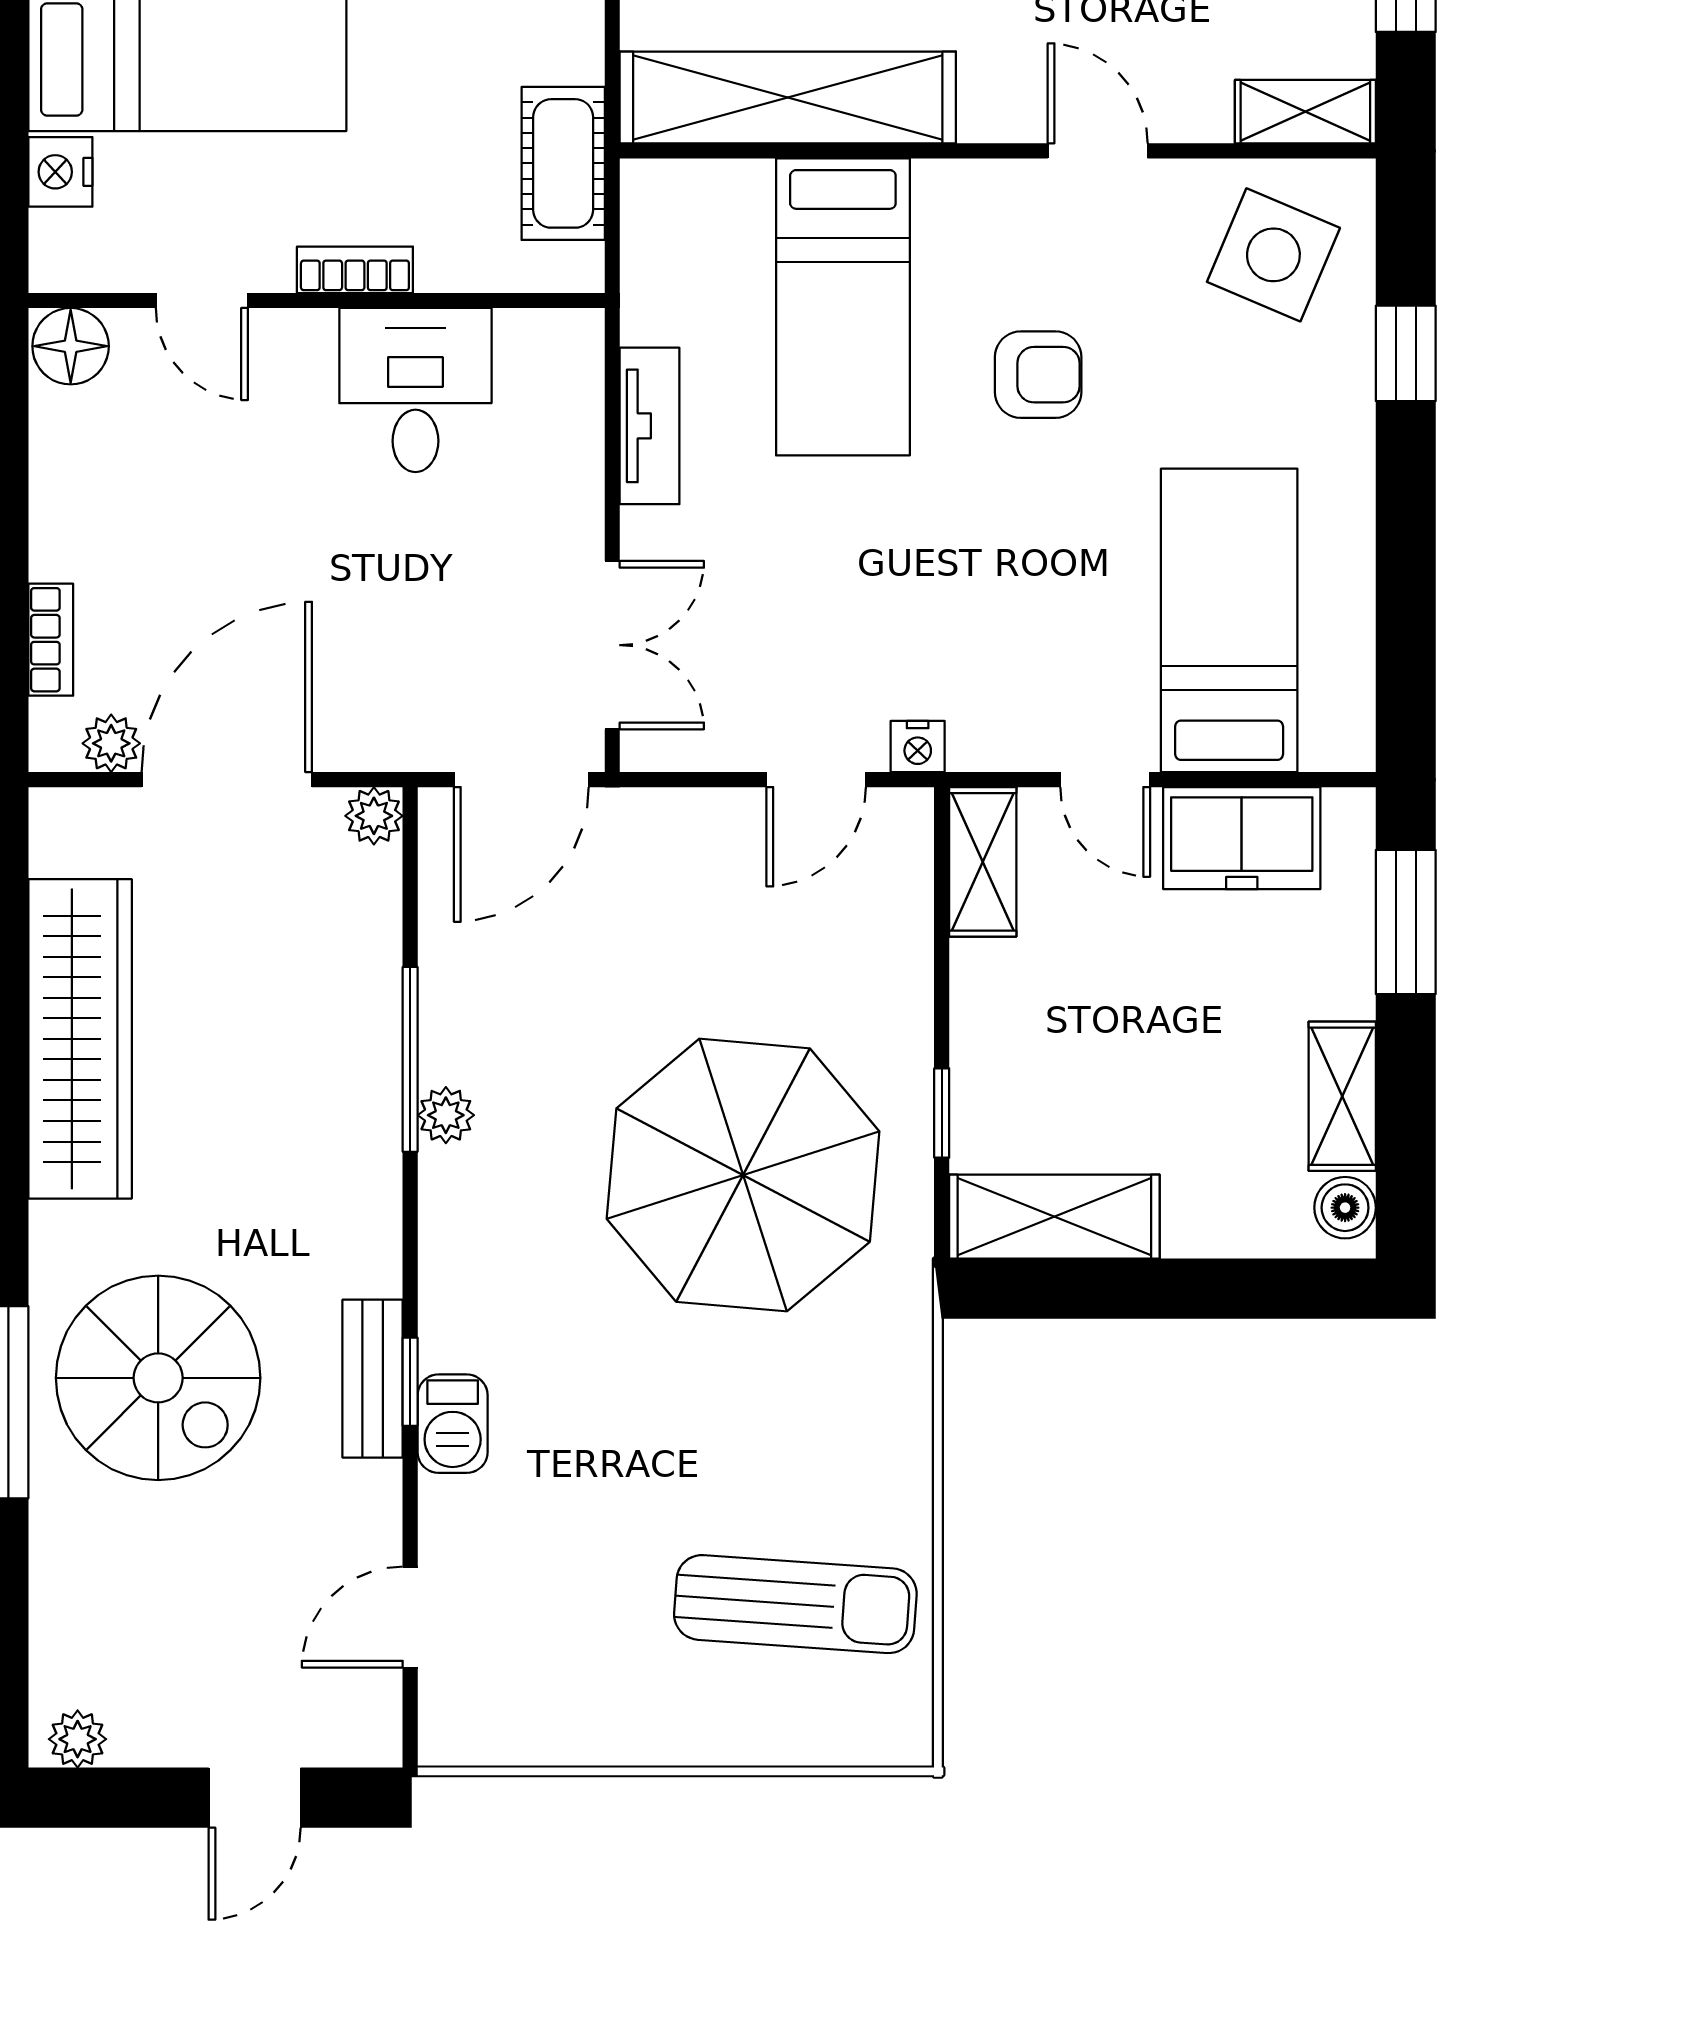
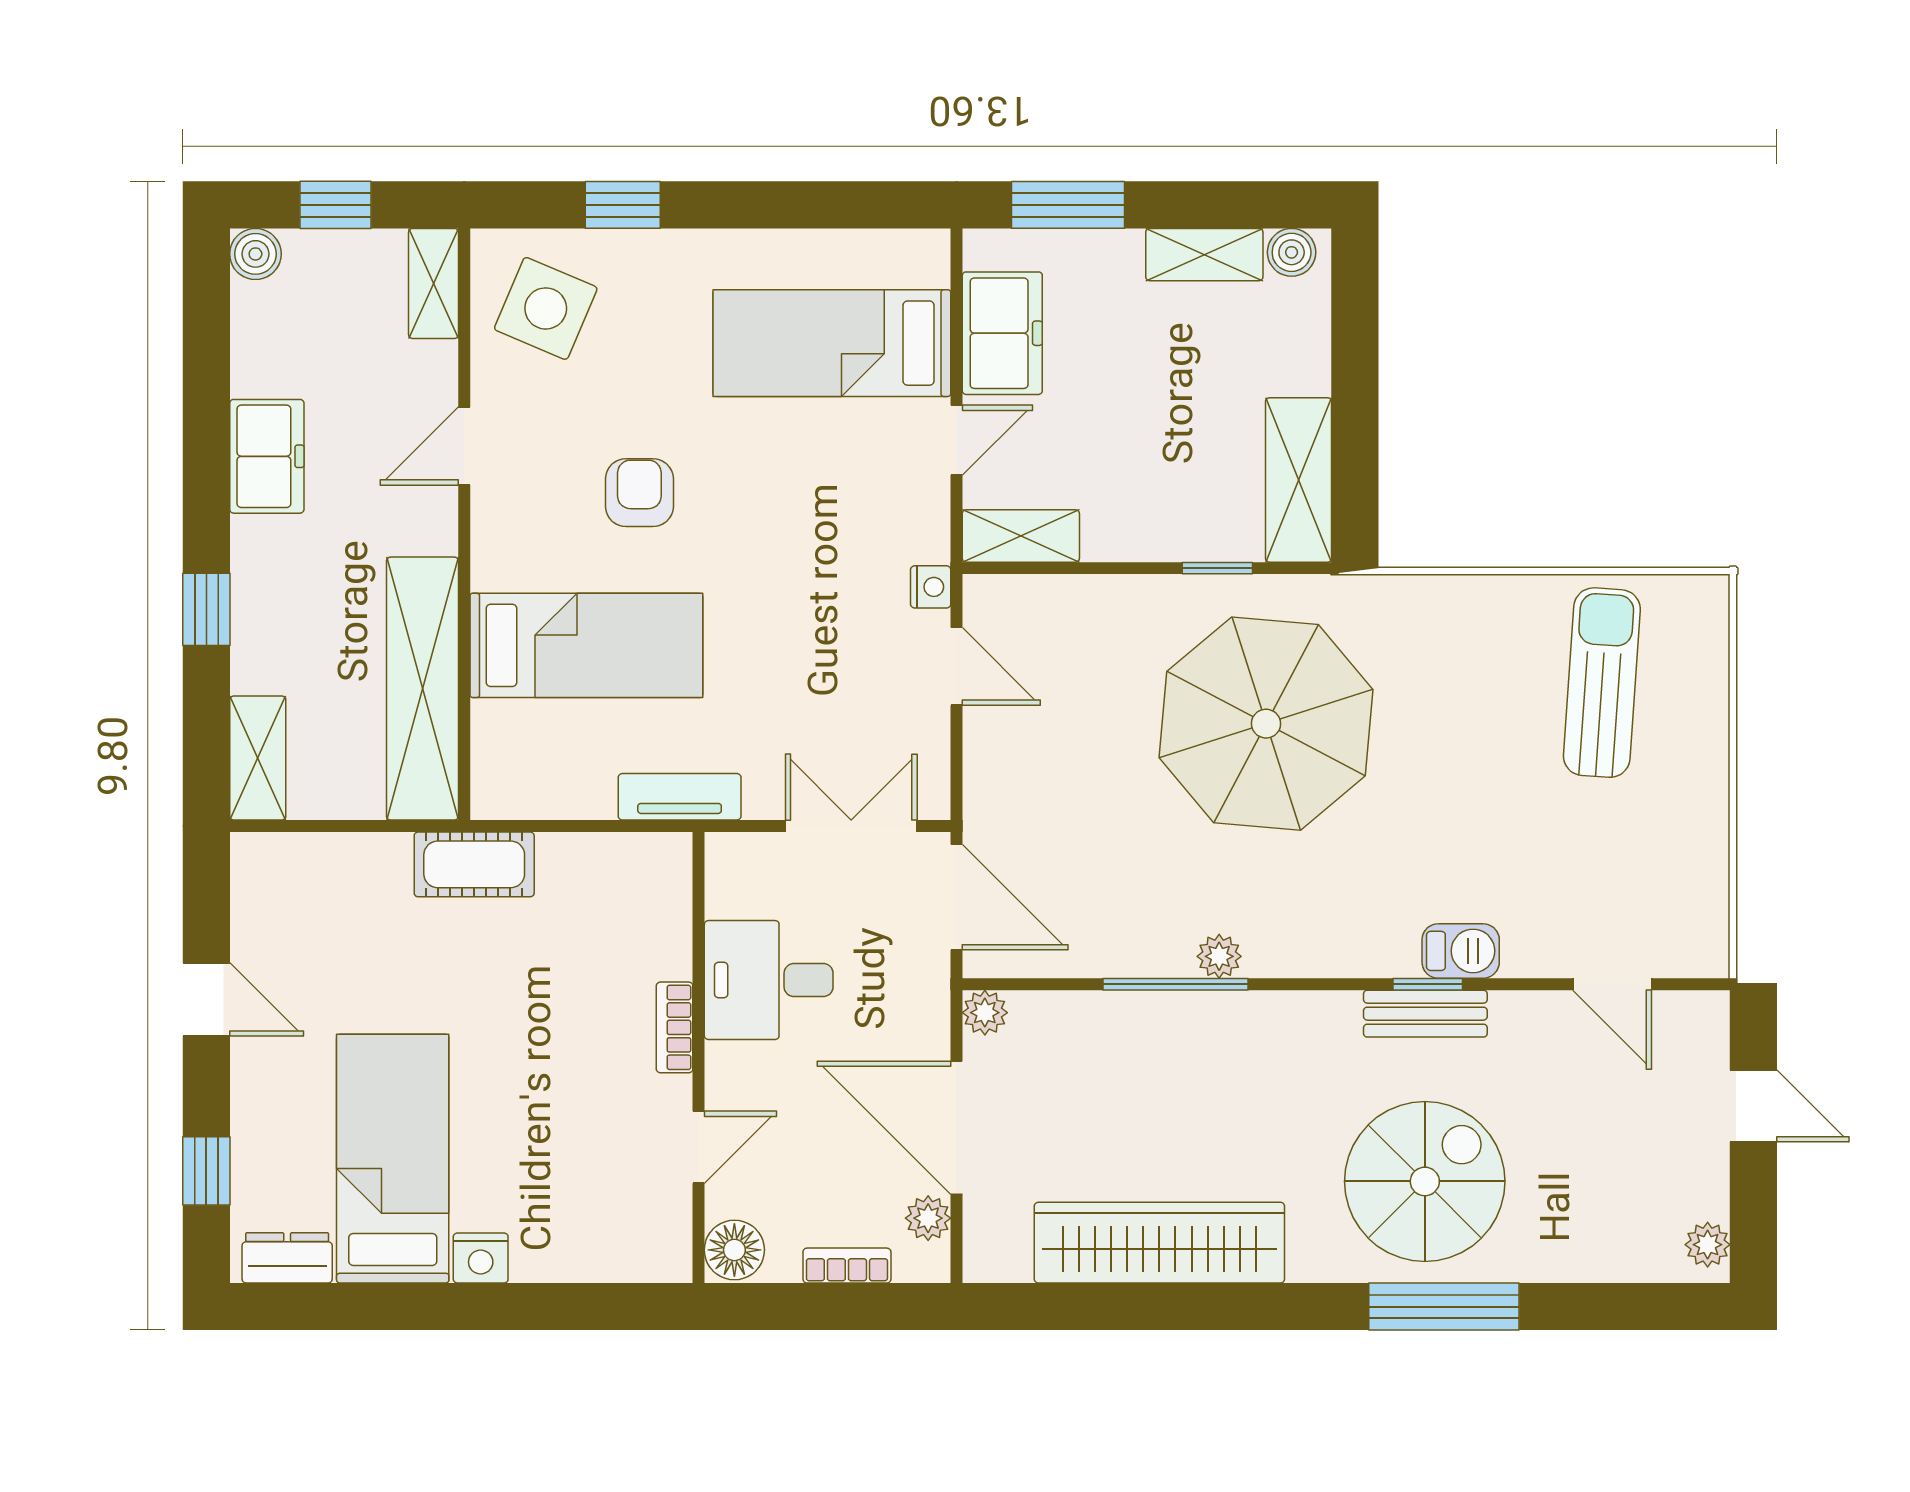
bookcase: (355, 270) -> (675, 1027), moved
door: (202, 300) -> (699, 1147), moved
wall: (317, 300) -> (699, 1057), moved
floor lamp: (71, 346) -> (734, 1250), moved
desk: (415, 390) -> (769, 980), moved

